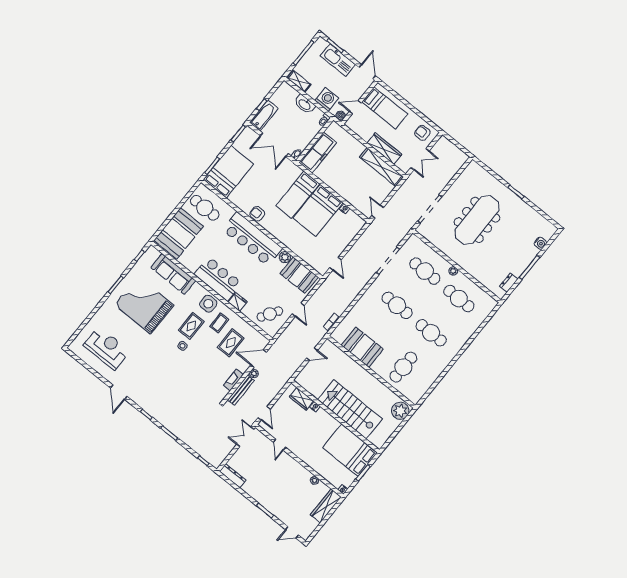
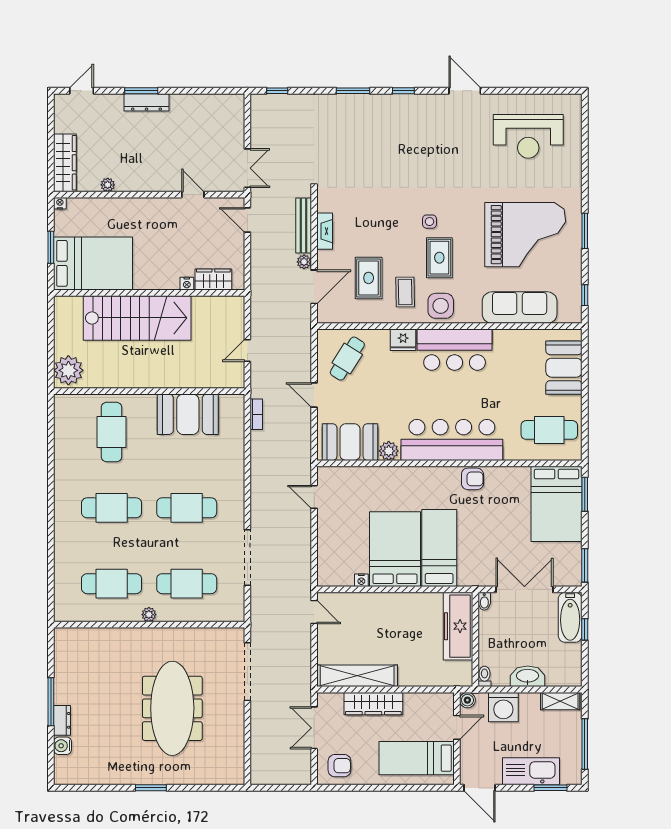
booth: (179, 233) -> (564, 368), width x0.73, depth x0.70
dresser: (509, 283) -> (62, 720), moved
dresser: (233, 476) -> (147, 102), moved

